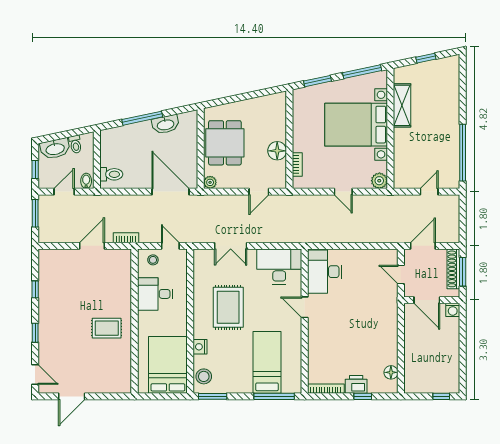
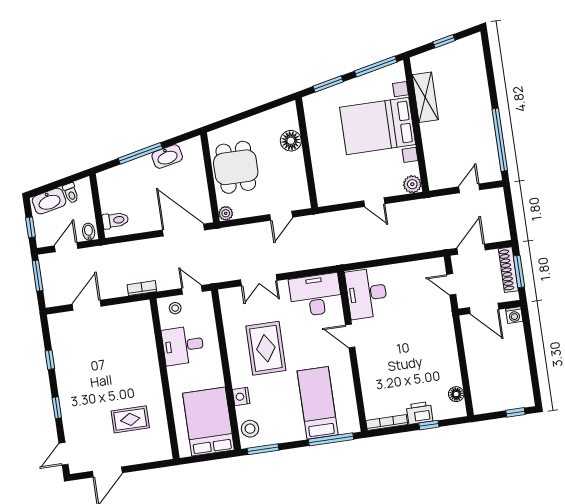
floor lamp: (277, 151) -> (291, 141), moved
bookcase: (297, 164) -> (319, 180), removed
door: (92, 246) -> (87, 305), moved
rug: (107, 328) -> (130, 419), moved
door: (35, 375) -> (64, 454), swing flipped

